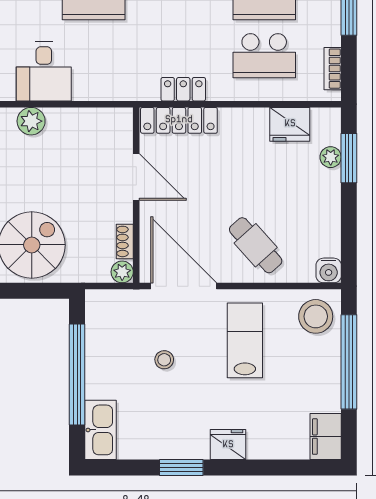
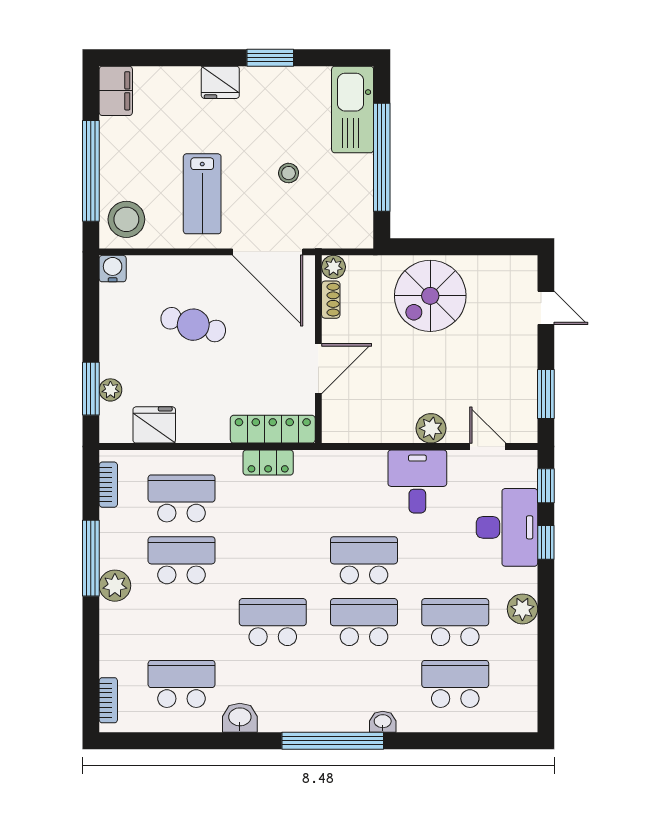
door: (136, 177) -> (318, 369), swing flipped
cafe table: (256, 245) -> (193, 325), moved, turned -32
kitchen sink: (101, 430) -> (353, 109), width x1.36, depth x1.24

